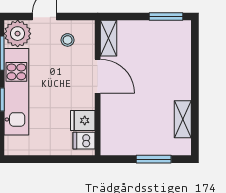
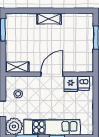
door: (98, 76) -> (52, 74), moved
shelving: (183, 119) -> (49, 19), moved

